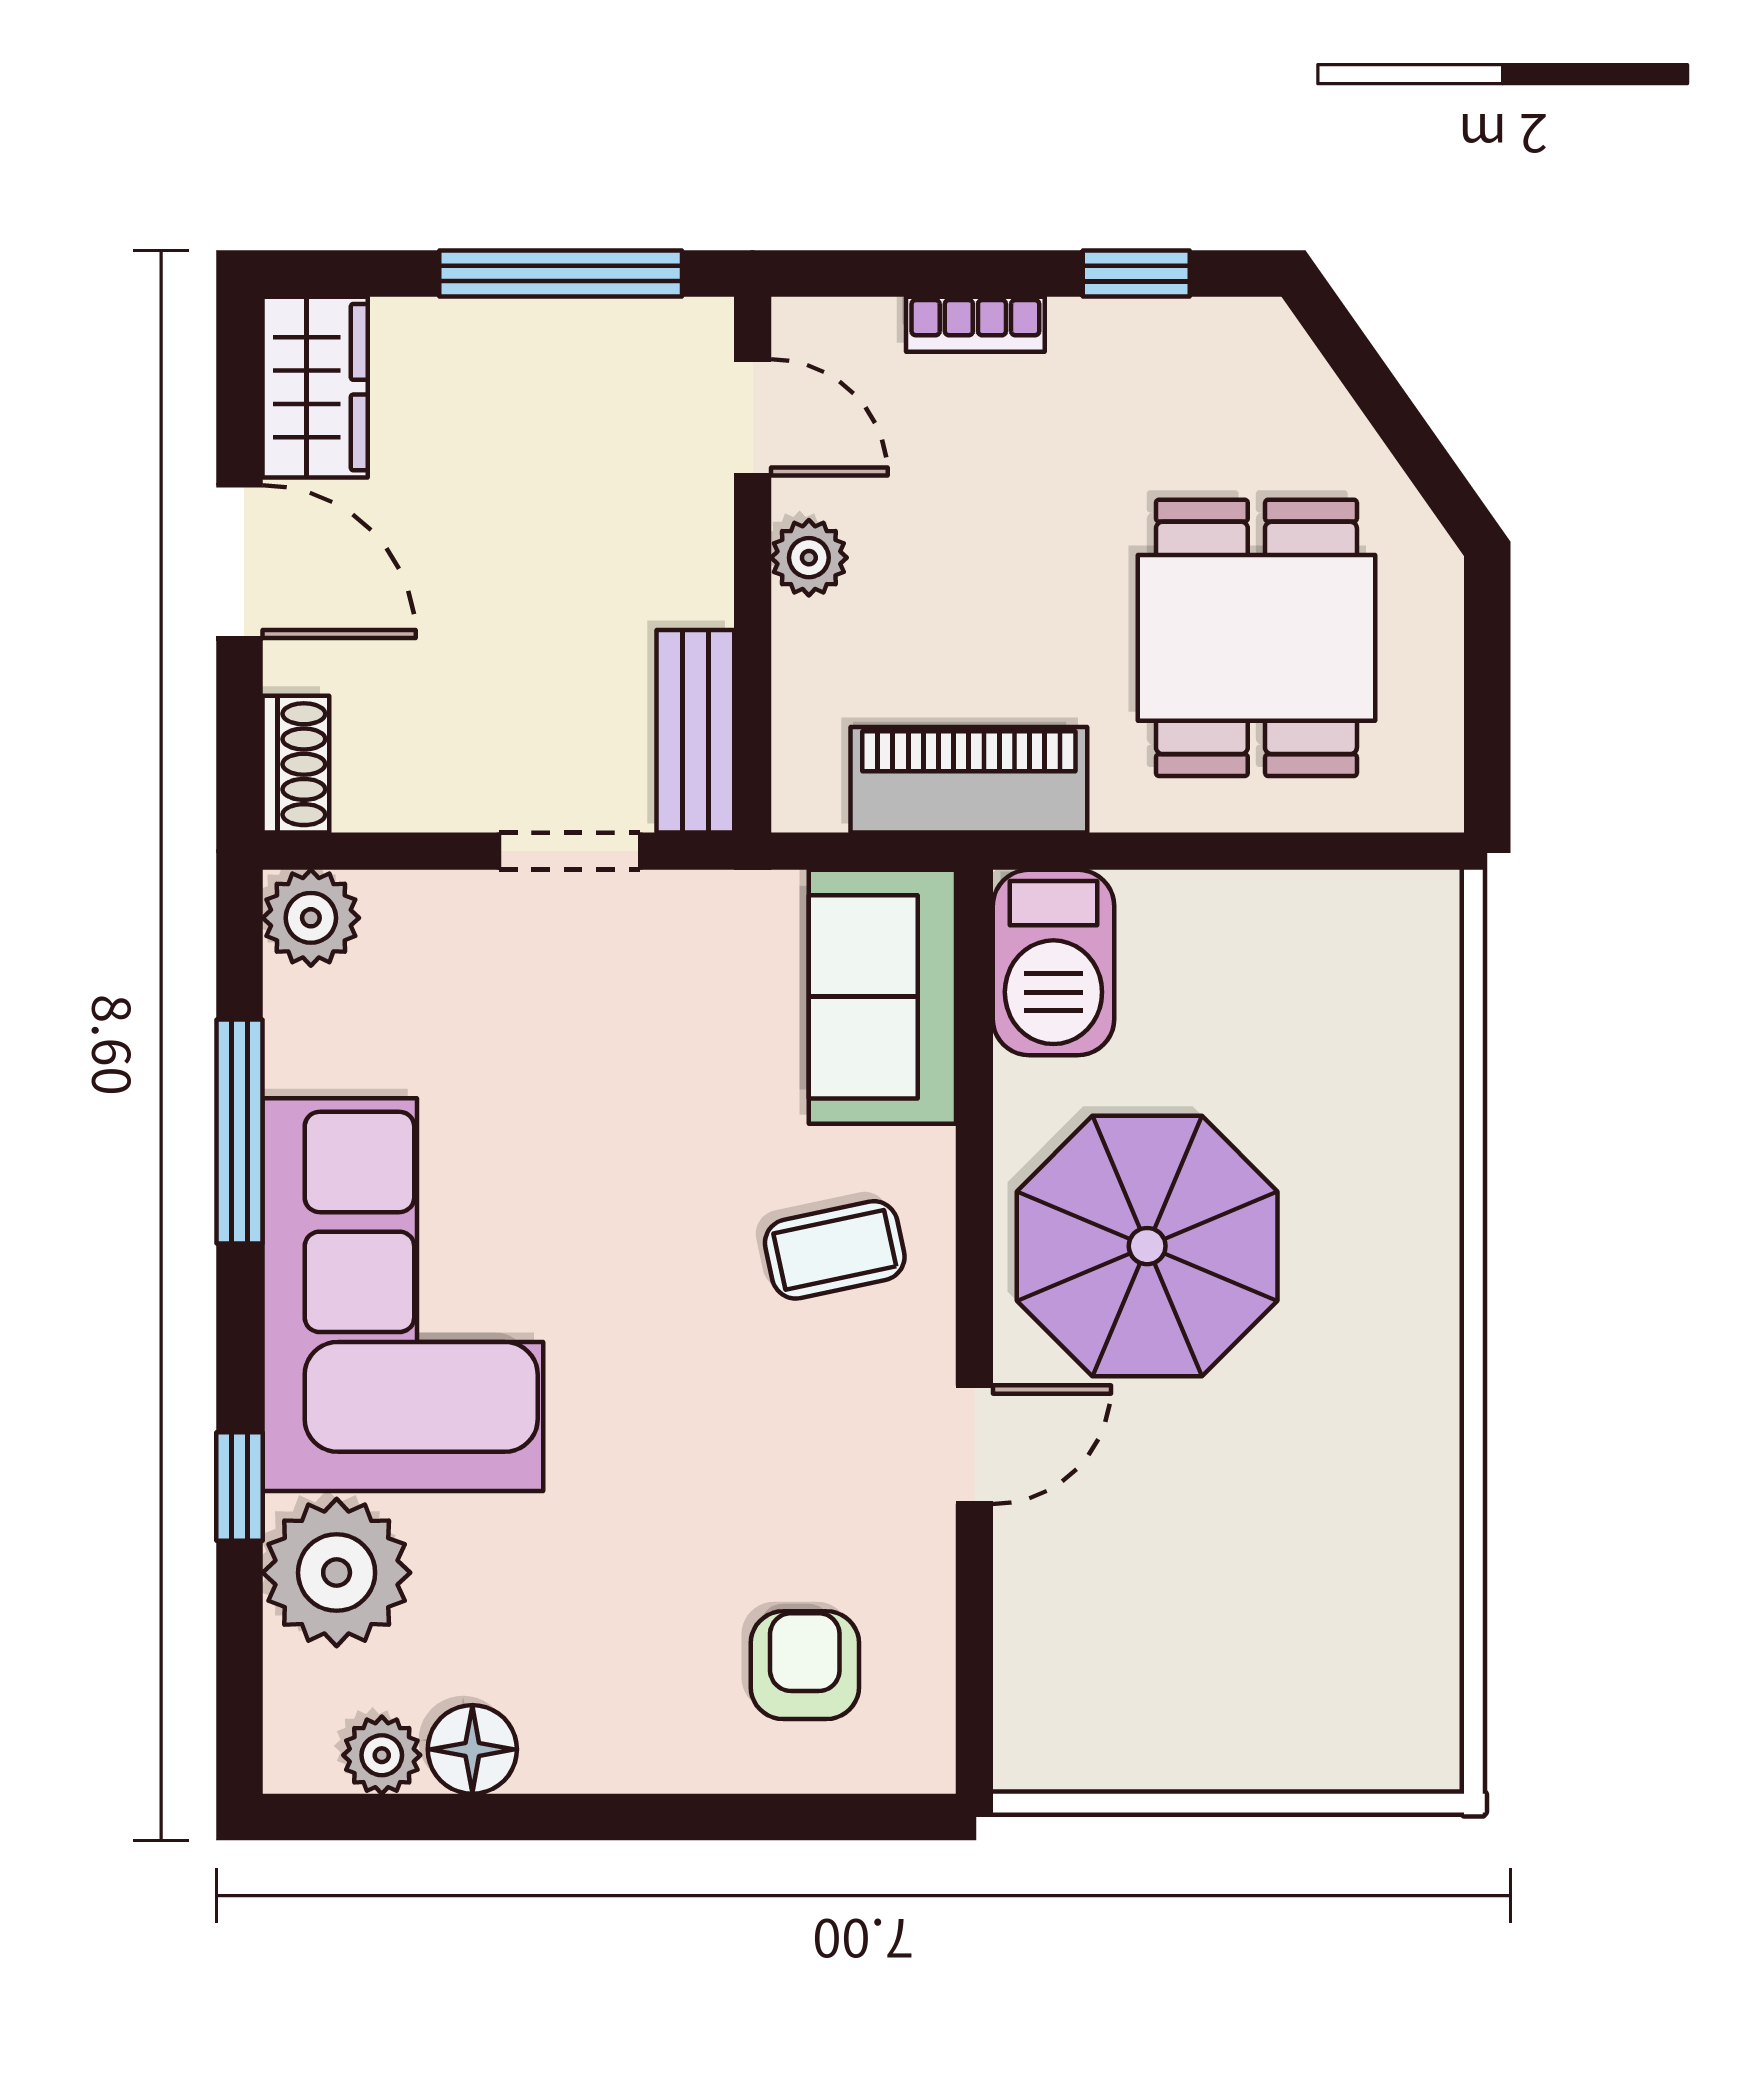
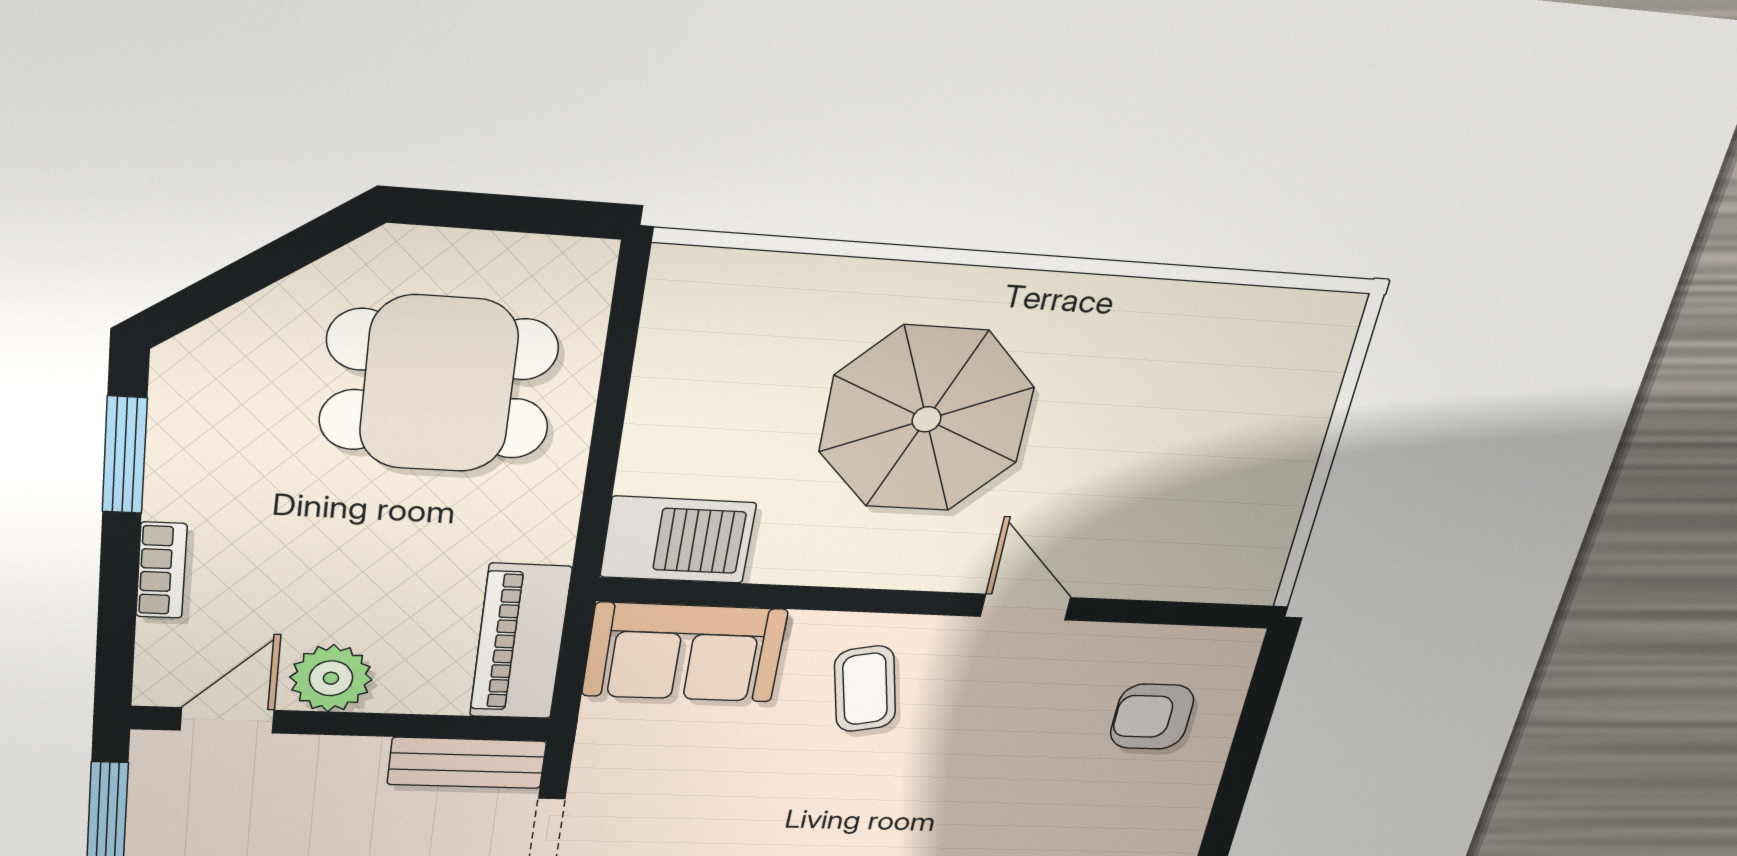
window: (1136, 273) -> (125, 455), width x1.50
plant: (809, 558) -> (331, 678), width x1.38, depth x1.38
piano: (969, 780) -> (520, 642), moved
parasol: (1147, 1246) -> (926, 419), moved

